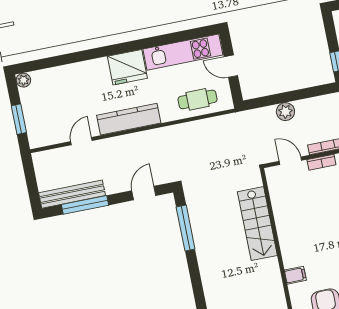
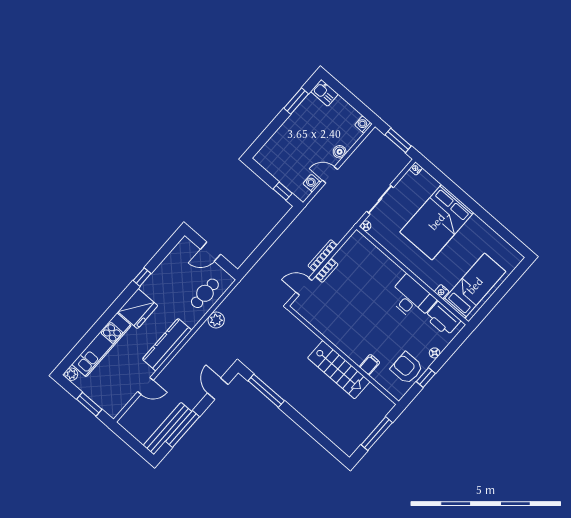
window: (153, 42) -> (142, 277), added
kitchen unit: (183, 52) -> (101, 345), moved
plant: (285, 112) -> (216, 320), moved
door: (81, 141) -> (145, 386), swing flipped
stairs: (257, 224) -> (339, 370), moved

